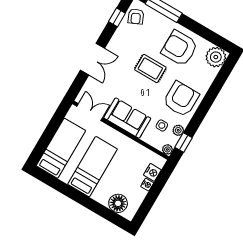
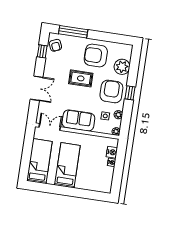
plant: (216, 57) -> (122, 67), moved
window: (183, 142) -> (130, 93), moved
floor lamp: (118, 203) -> (96, 184), removed

